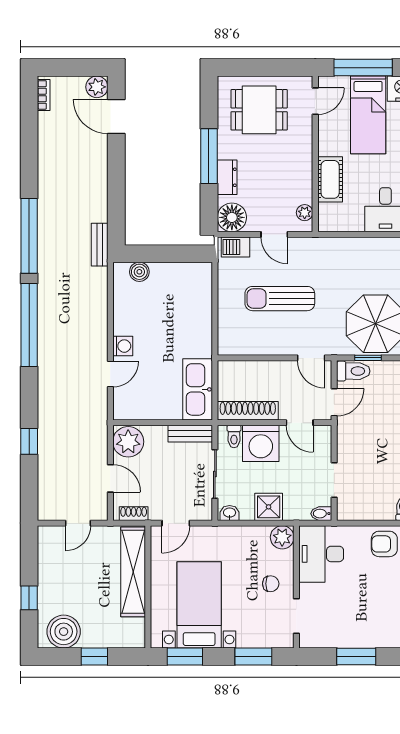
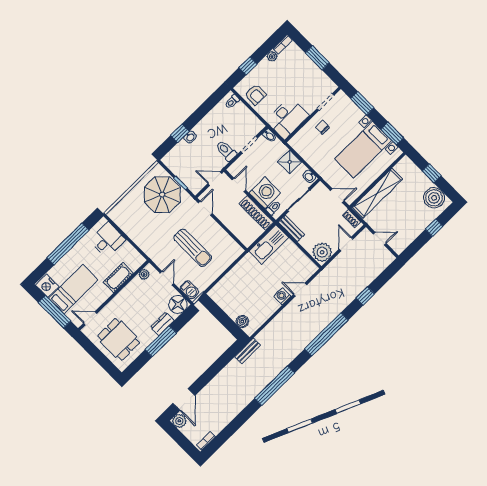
window: (29, 325) -> (326, 334), moved
toilet: (353, 371) -> (226, 151), moved
plant: (282, 537) -> (297, 143), removed

